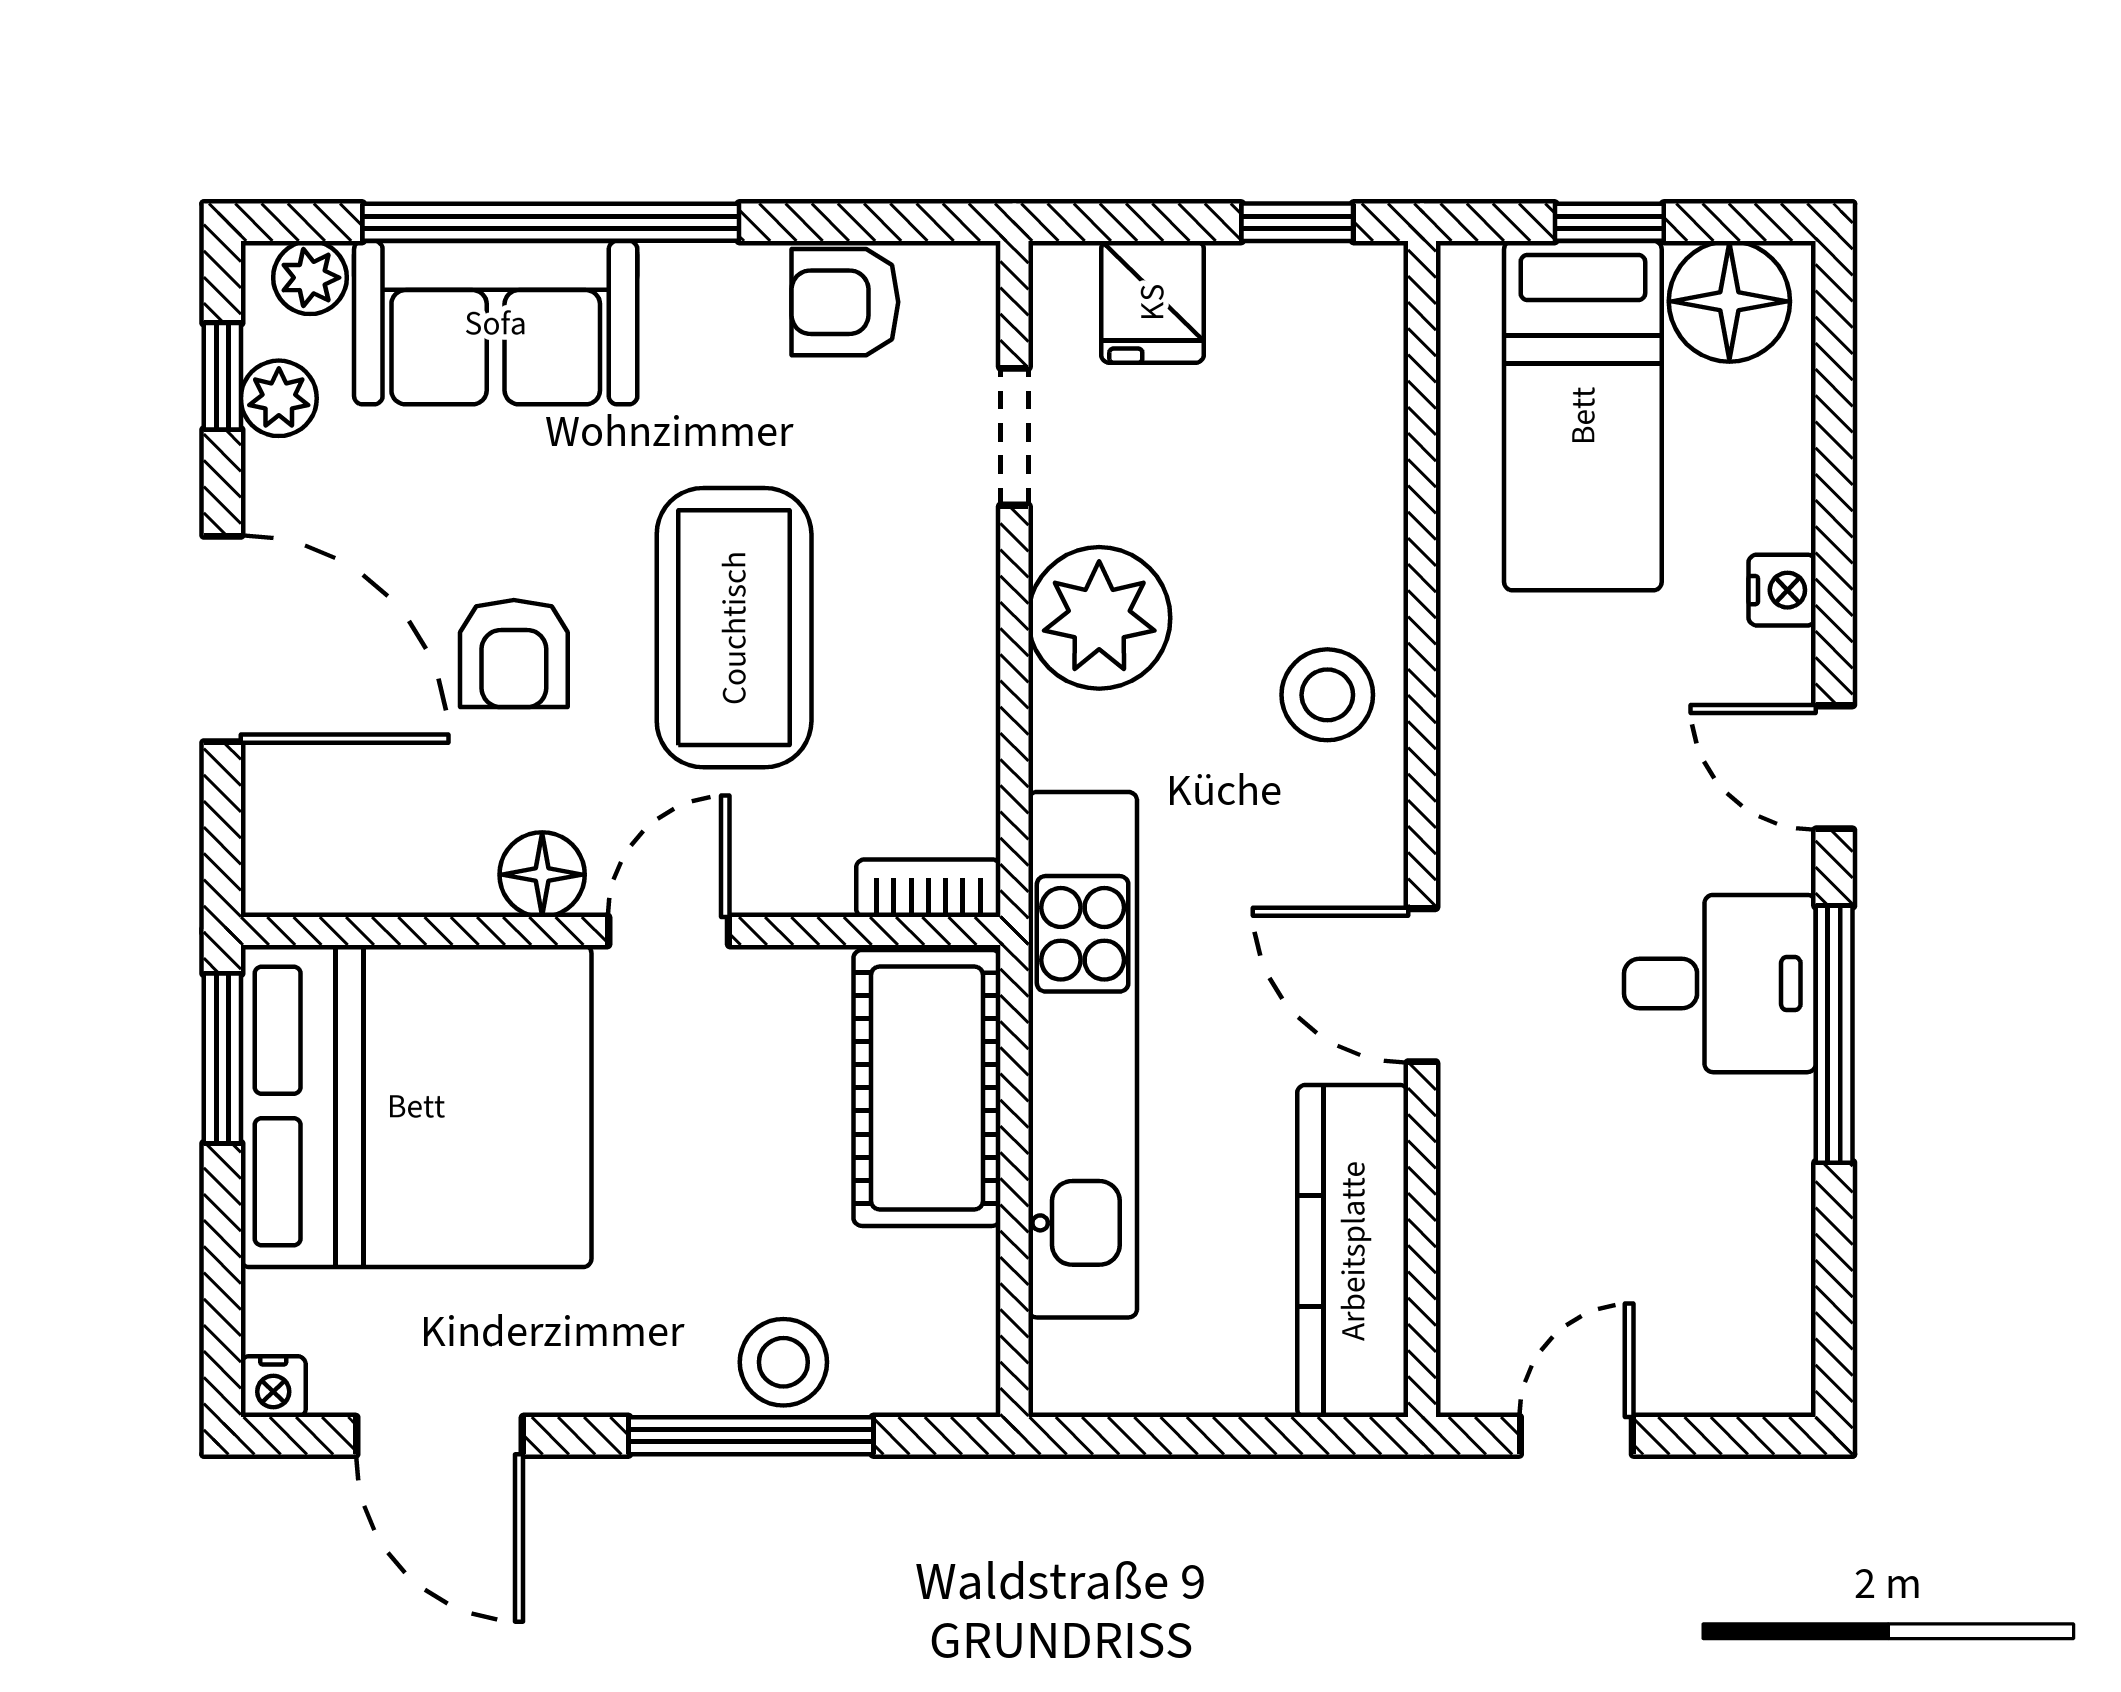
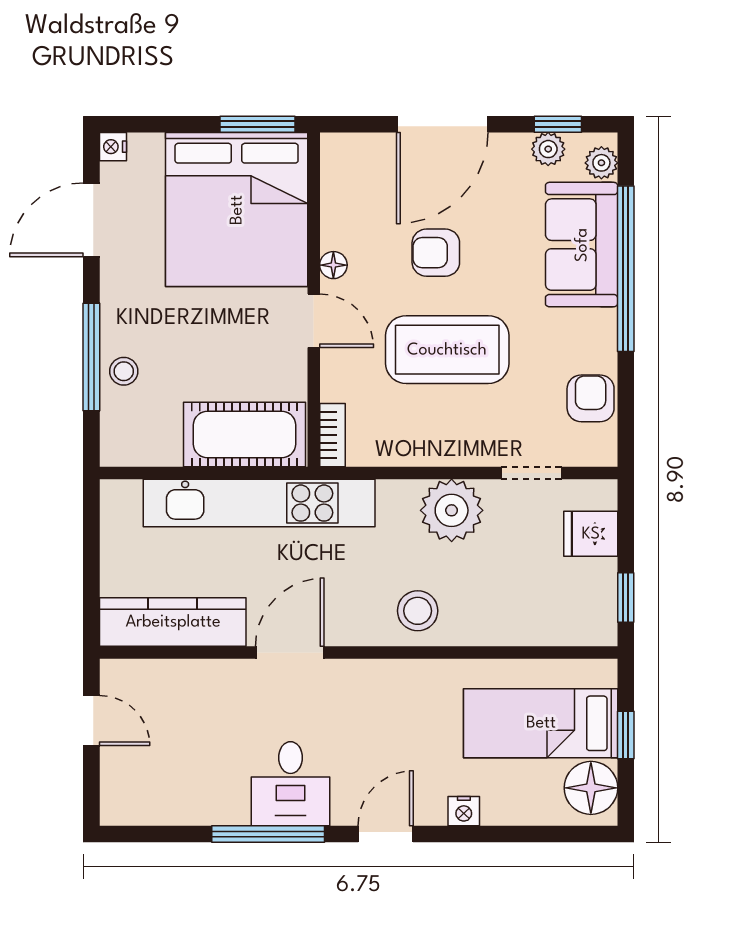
floor lamp: (542, 875) -> (333, 265), width x0.73, depth x0.73
stool: (783, 1362) -> (124, 371), width x0.73, depth x0.73

